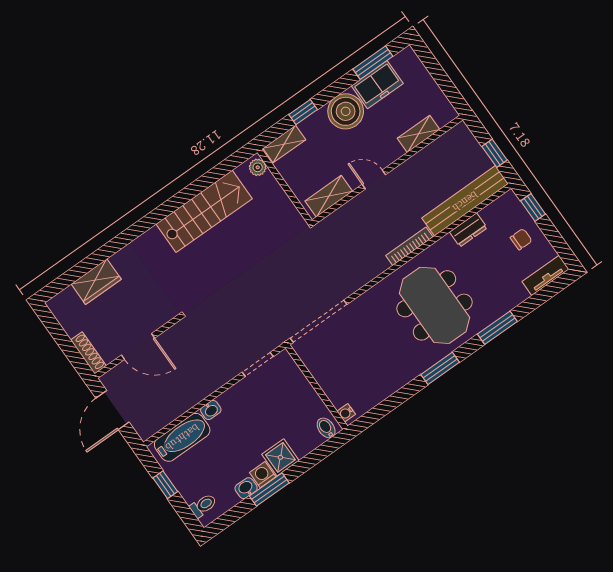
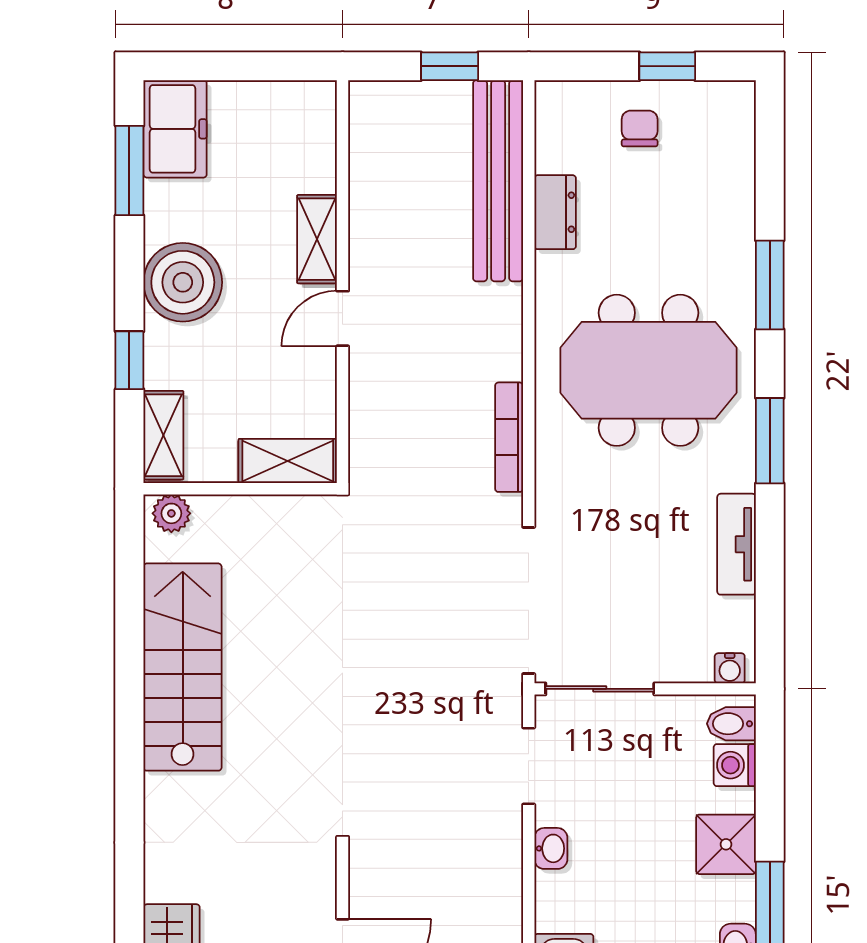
freezer: (377, 85) -> (175, 129), moved
shelving: (418, 134) -> (317, 239), moved
shelving: (329, 196) -> (288, 461), moved, turned 90
window: (533, 208) -> (667, 66), moved
bookcase: (409, 246) -> (509, 437), moved
tv unit: (545, 275) -> (737, 544), moved
sliding door: (305, 370) -> (600, 689), added
washbasin: (211, 410) -> (551, 848), moved
washing machine: (263, 475) -> (735, 765), moved

